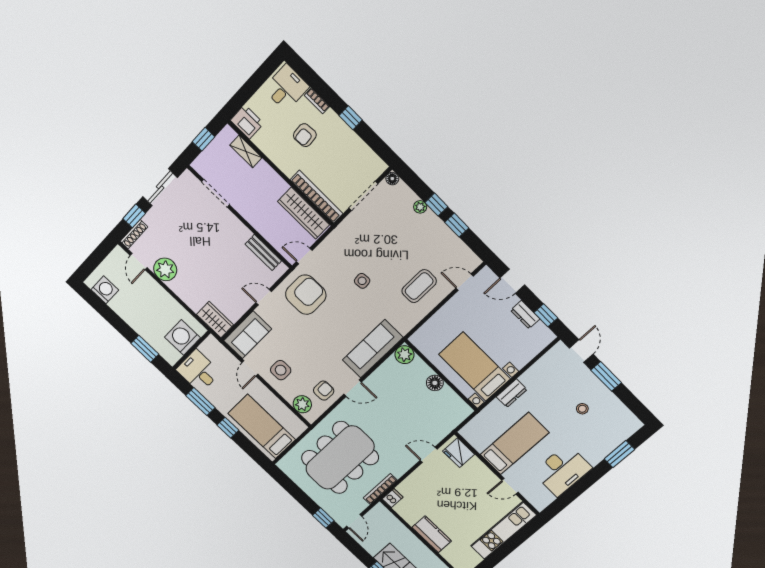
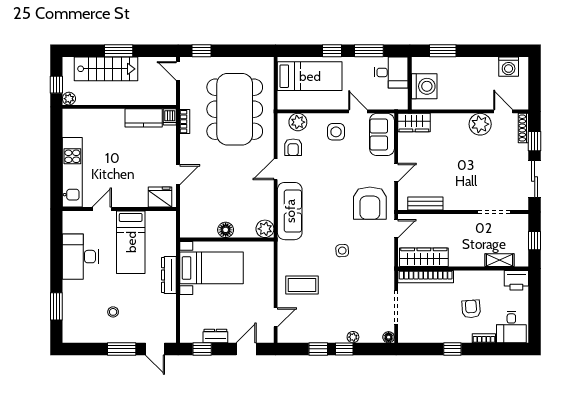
coffee table: (419, 286) -> (302, 285), turned 90
dresser: (512, 393) -> (169, 275), width x1.44
bookcase: (380, 489) -> (185, 122), width x0.64
kitchen counter: (432, 534) -> (144, 118), moved

